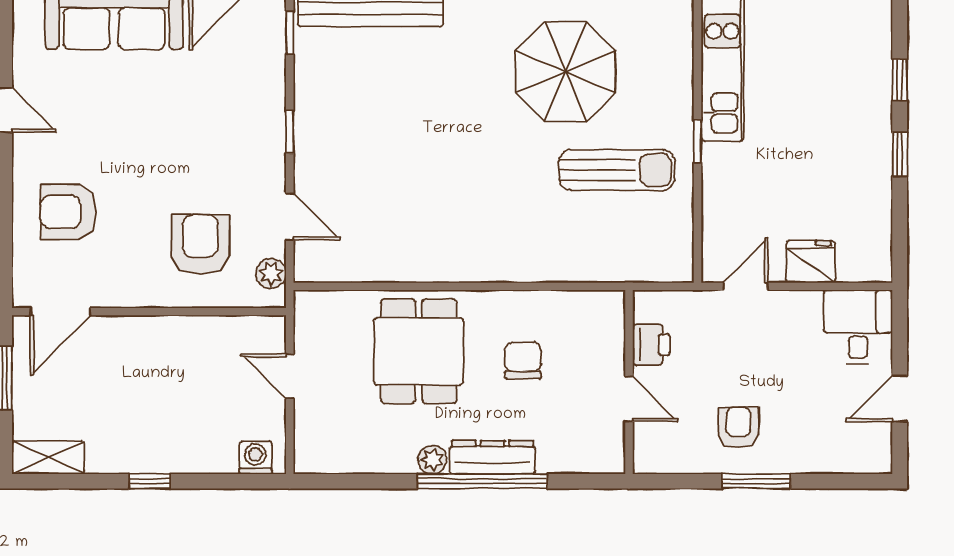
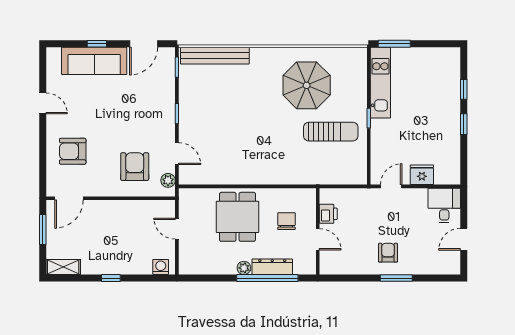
printer: (651, 345) -> (328, 214), moved
wall: (629, 382) -> (318, 231), moved
door: (629, 399) -> (318, 239), moved

